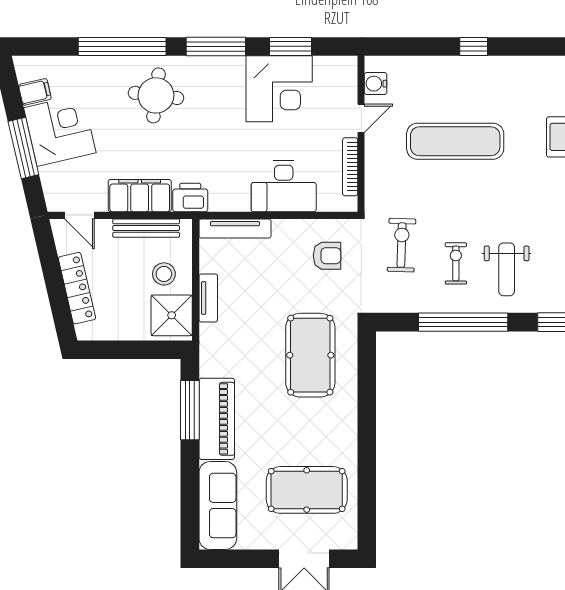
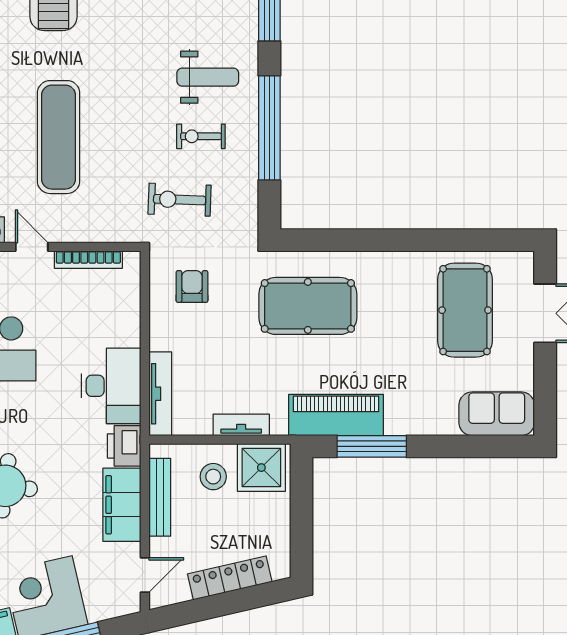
desk: (284, 186) -> (111, 386), moved
piano: (217, 419) -> (336, 415), moved
sofa: (218, 505) -> (497, 414), width x0.73

